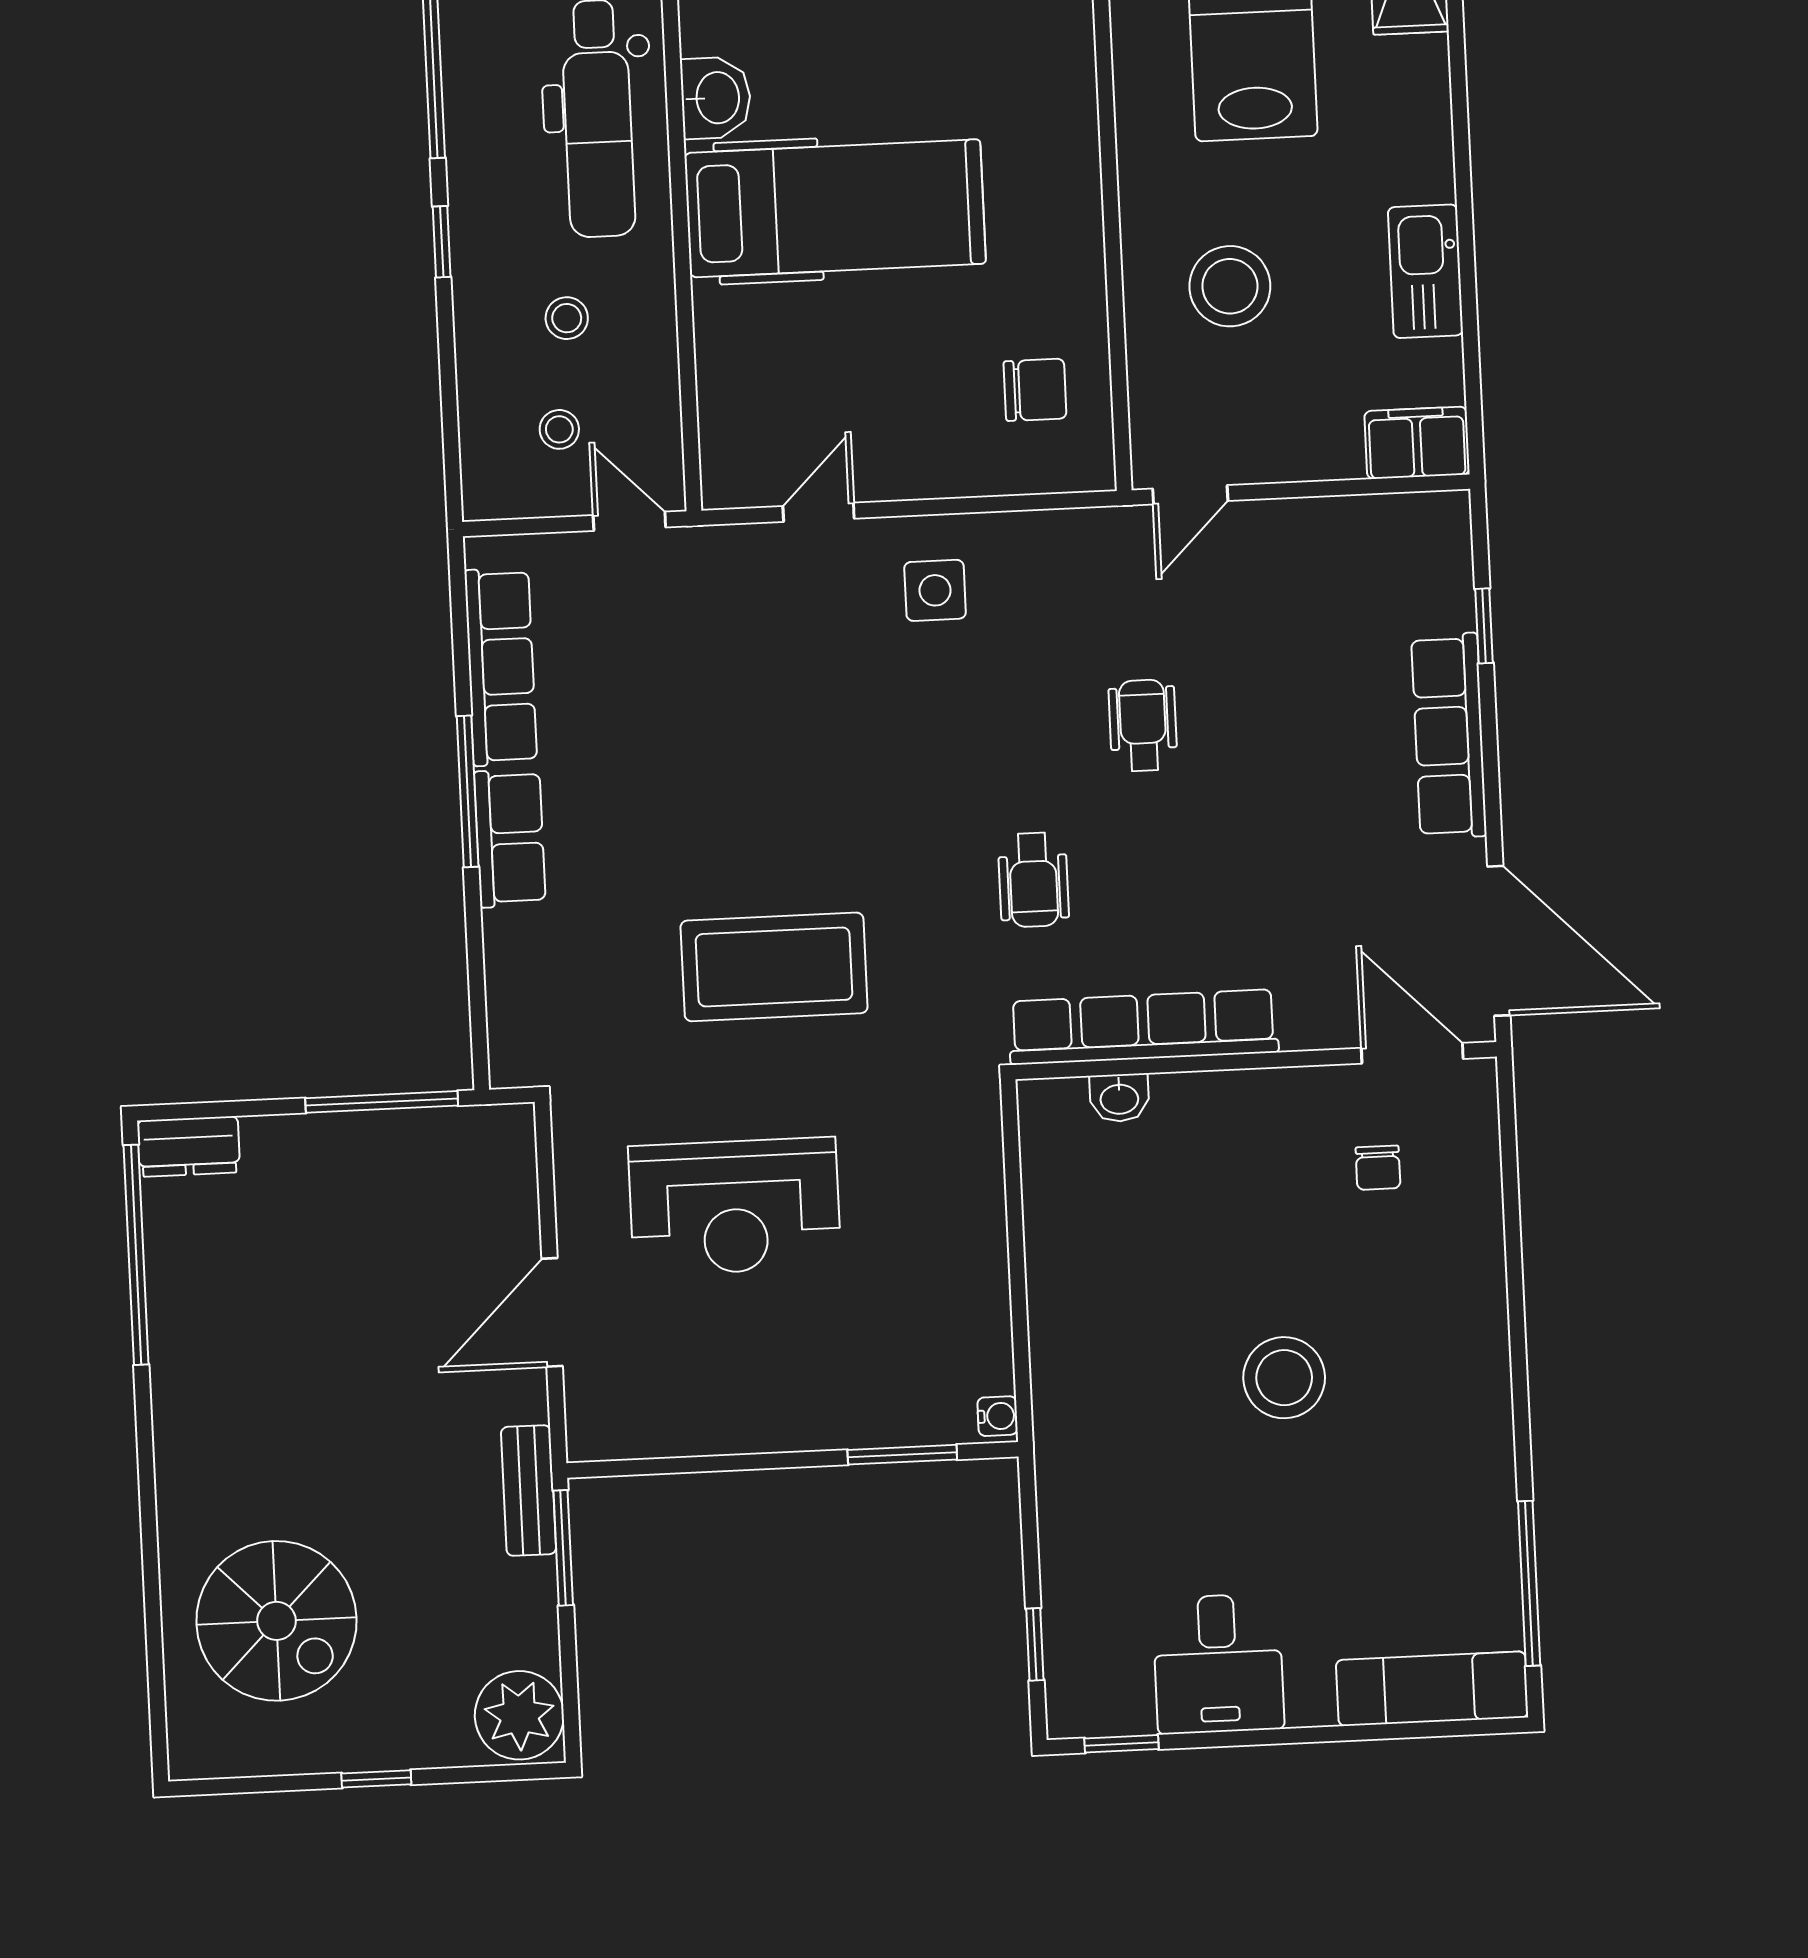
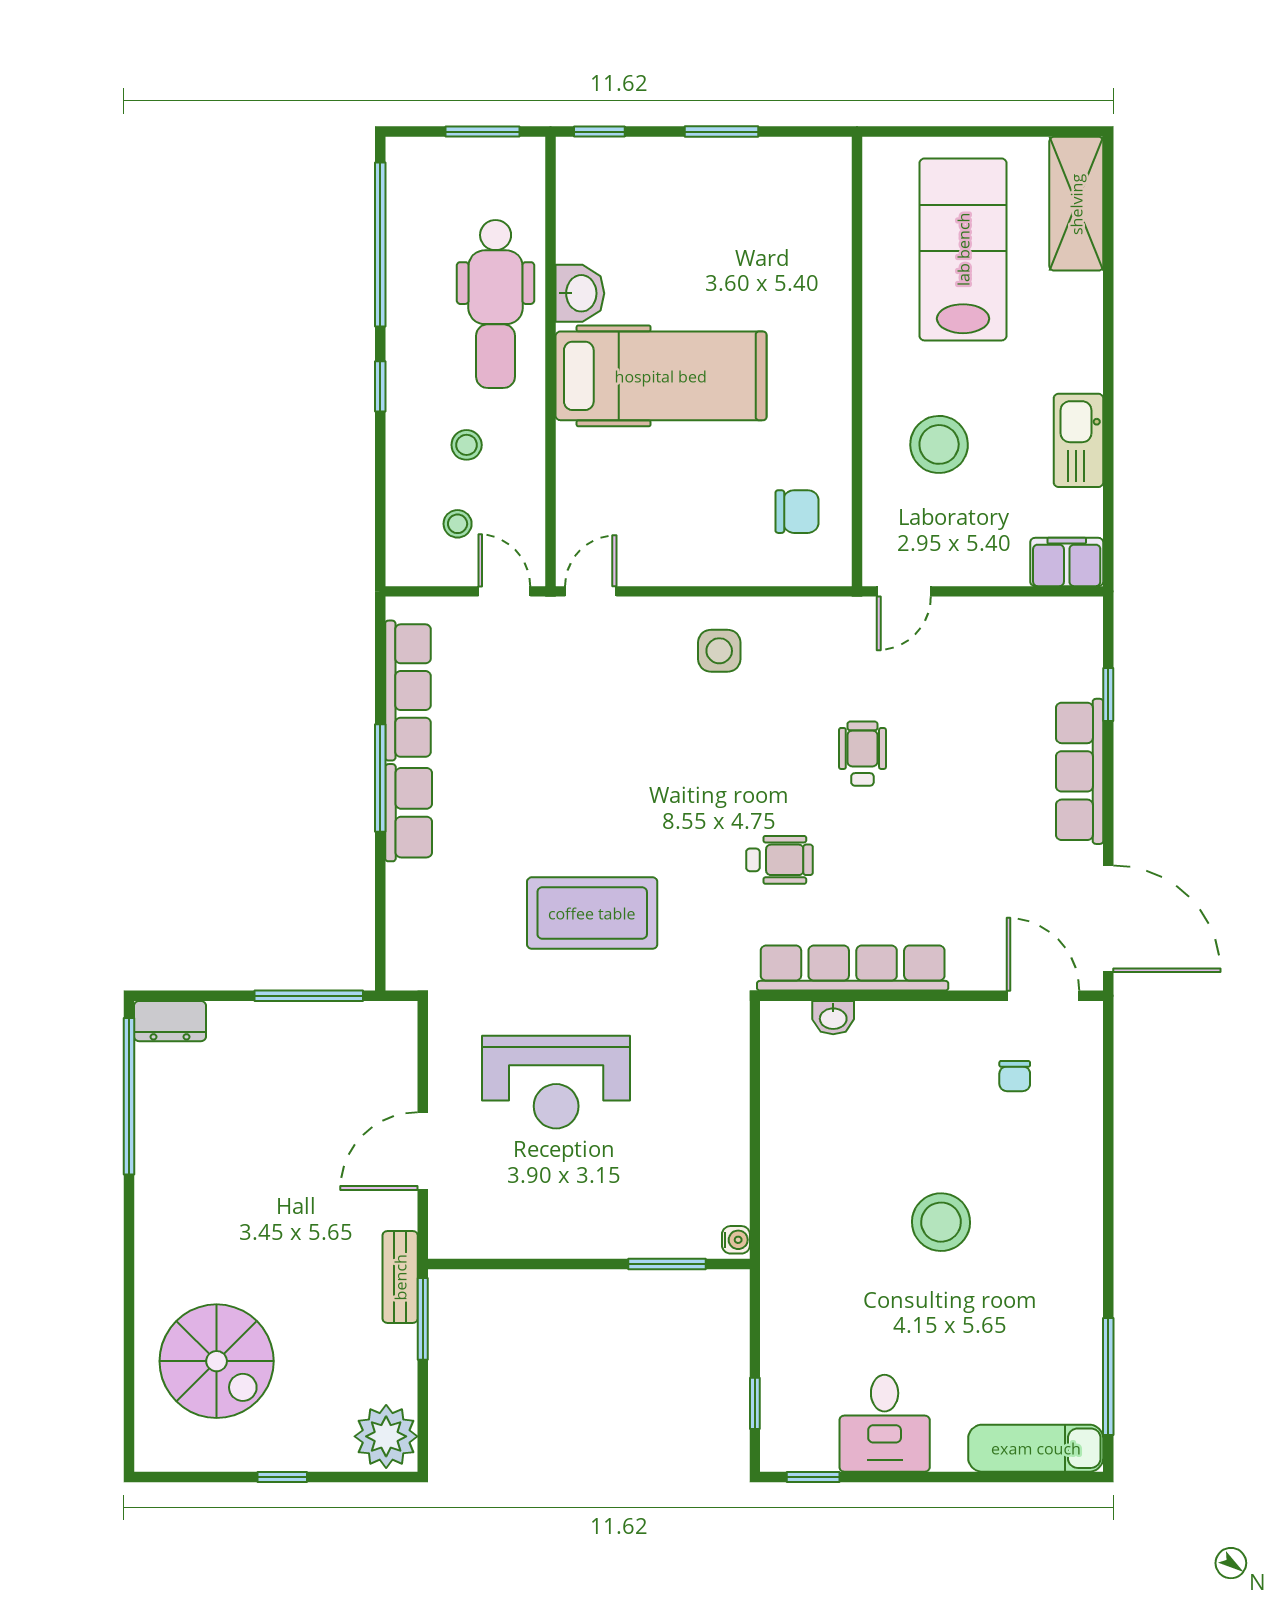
door: (819, 512) -> (591, 591), moved
wheelchair: (1033, 880) -> (780, 860), turned -90

